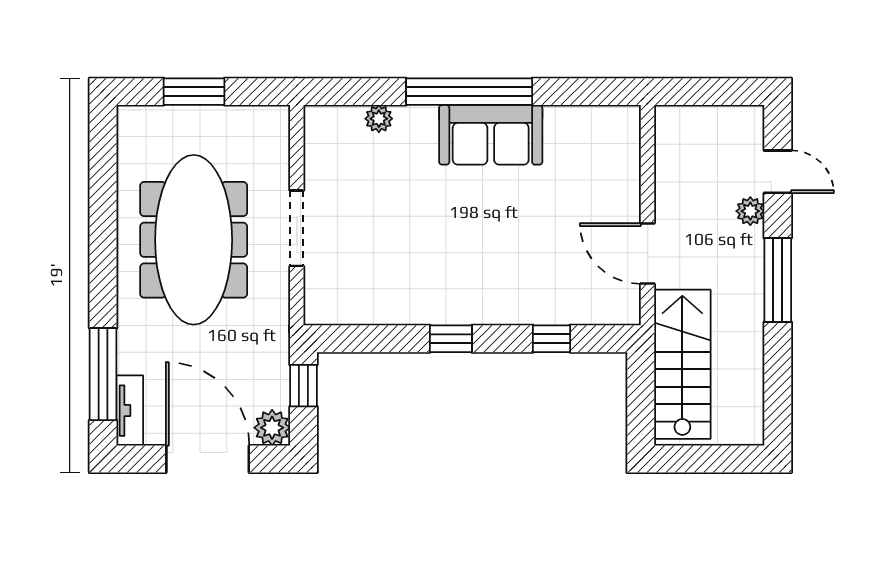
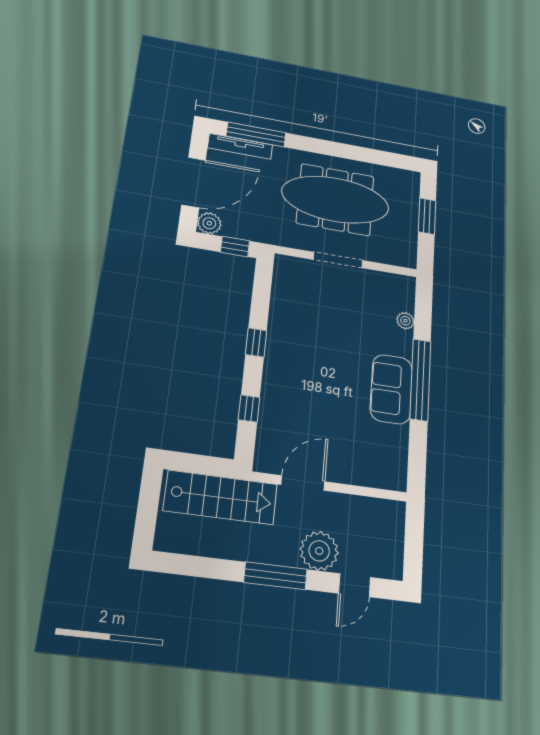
plant: (750, 211) -> (319, 551), width x1.88, depth x1.88
tv unit: (130, 411) -> (240, 146), width x1.41

